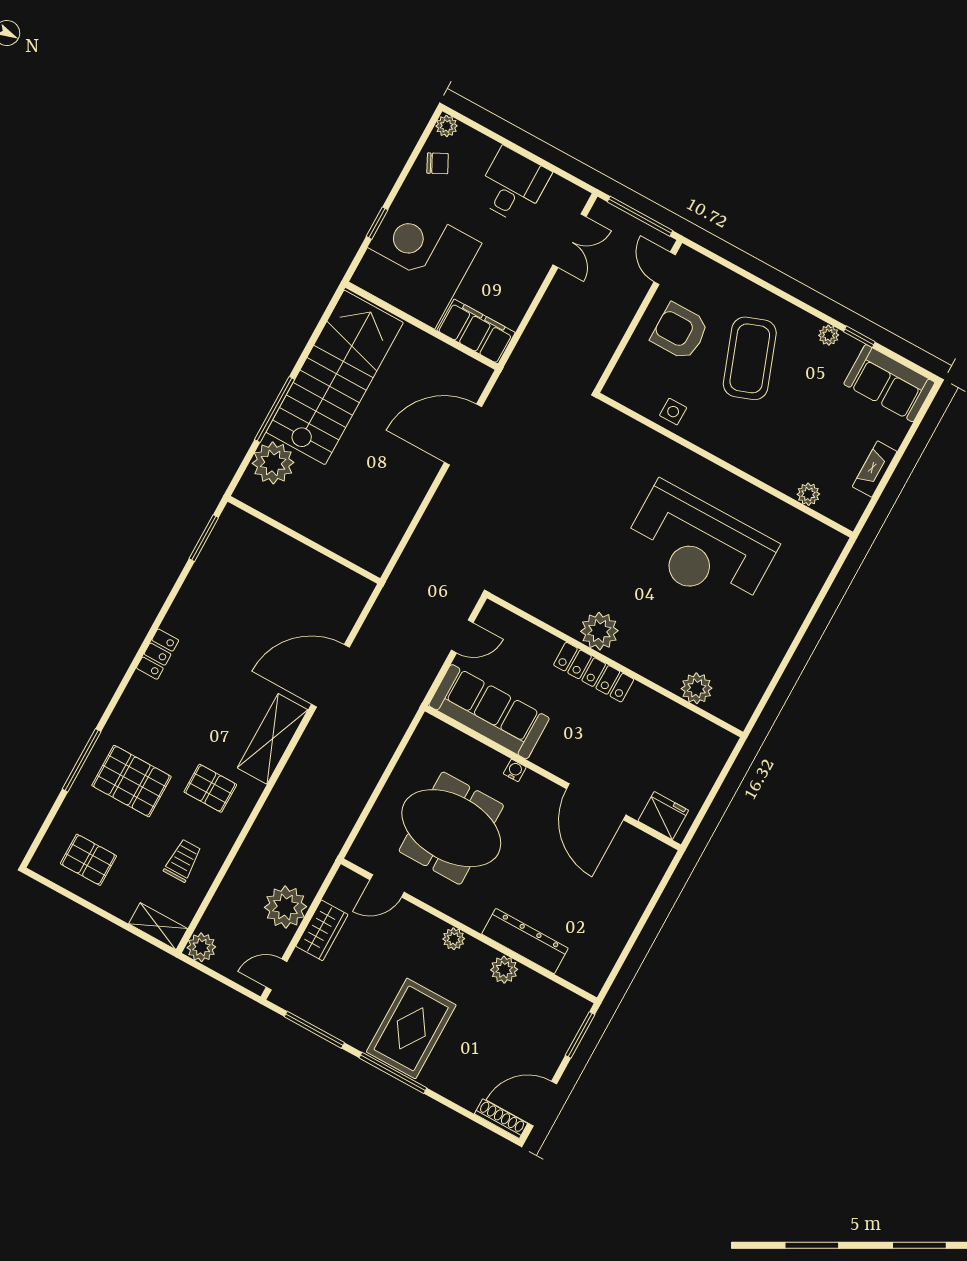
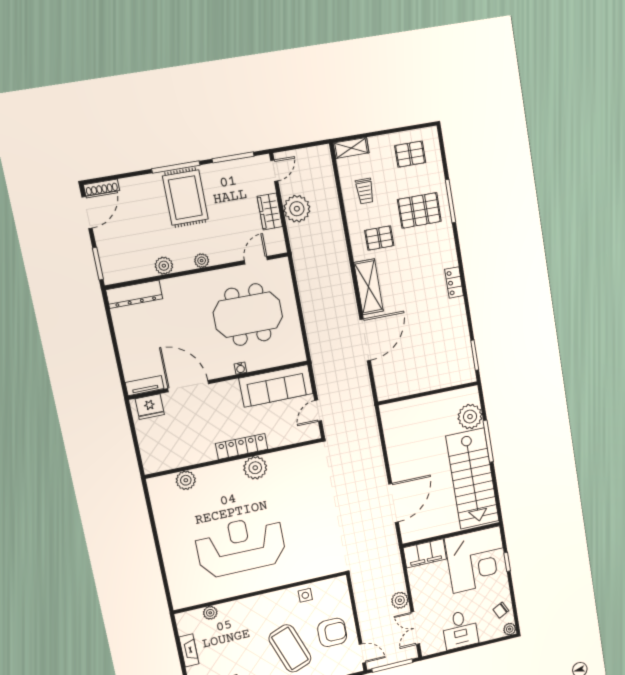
tv unit: (648, 846) -> (145, 386), added
dresser: (525, 941) -> (134, 294), moved
plant: (201, 947) -> (400, 600), moved

